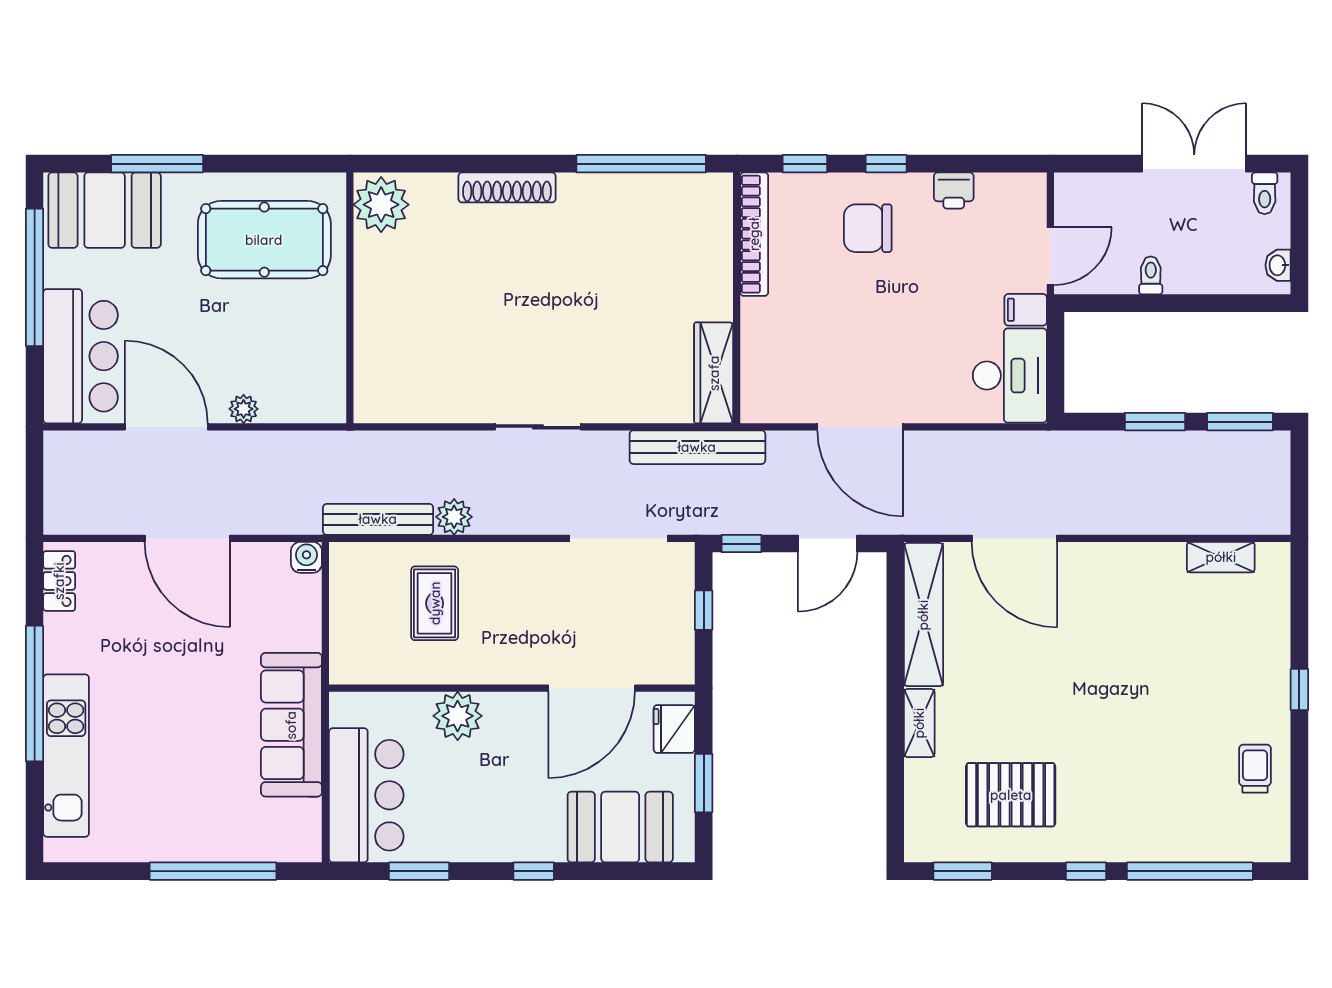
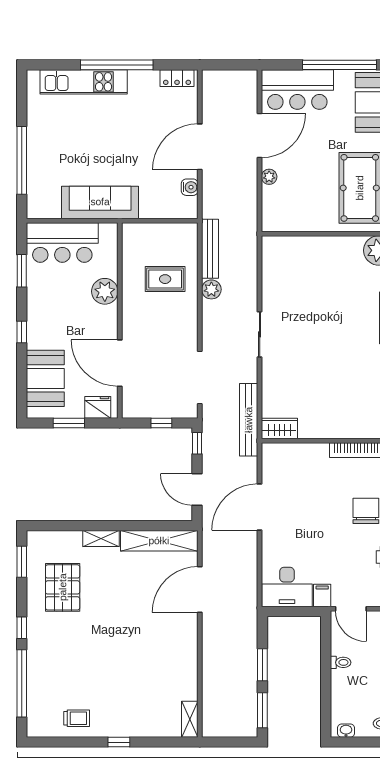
wardrobe: (714, 373) -> (279, 428), width x0.67
water cooler: (306, 557) -> (190, 187), moved
shelving: (1221, 557) -> (190, 719), moved

